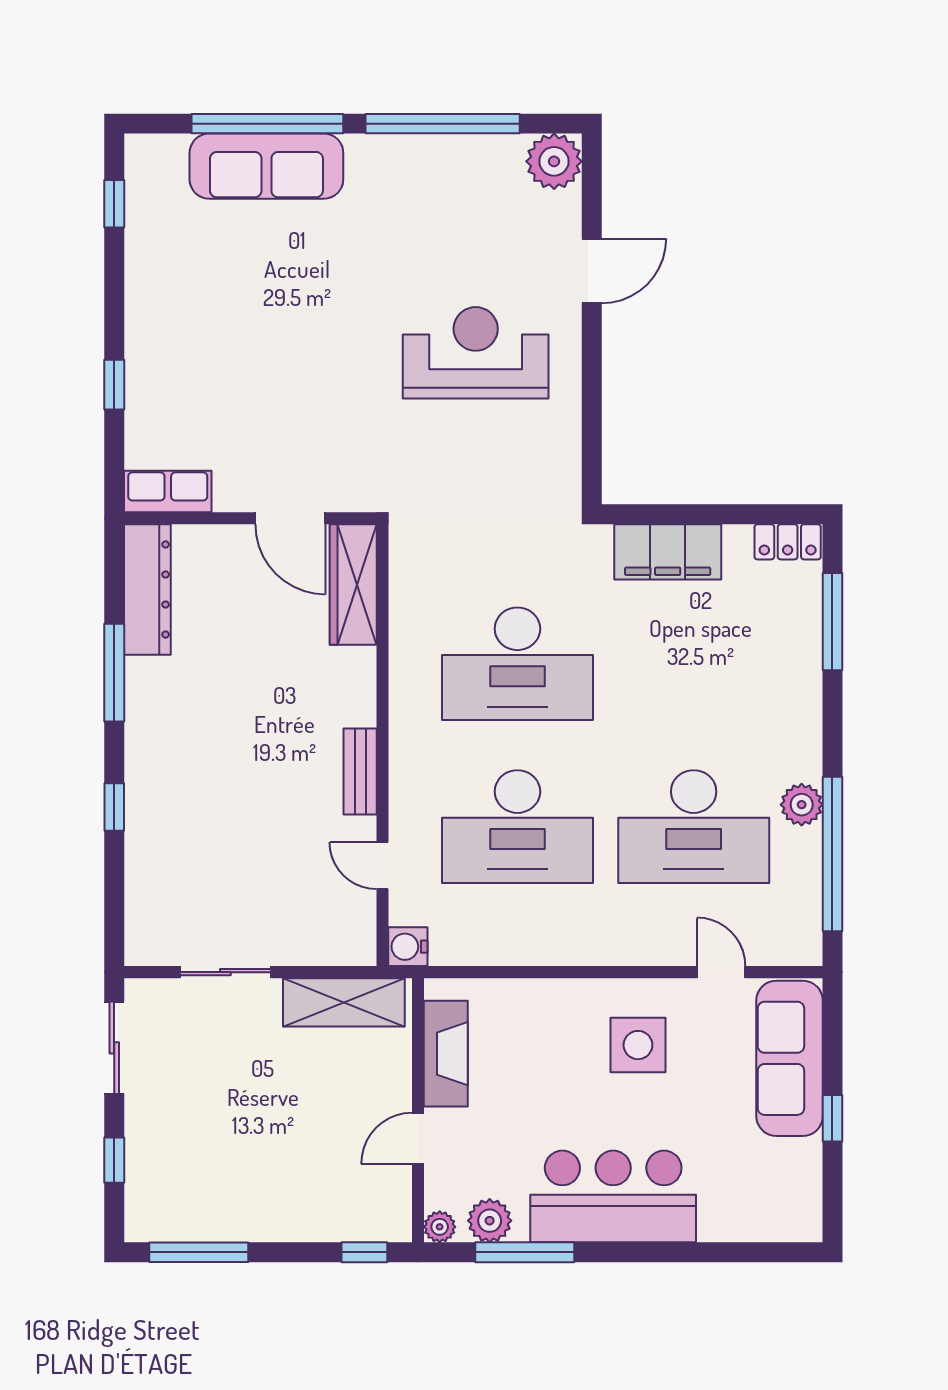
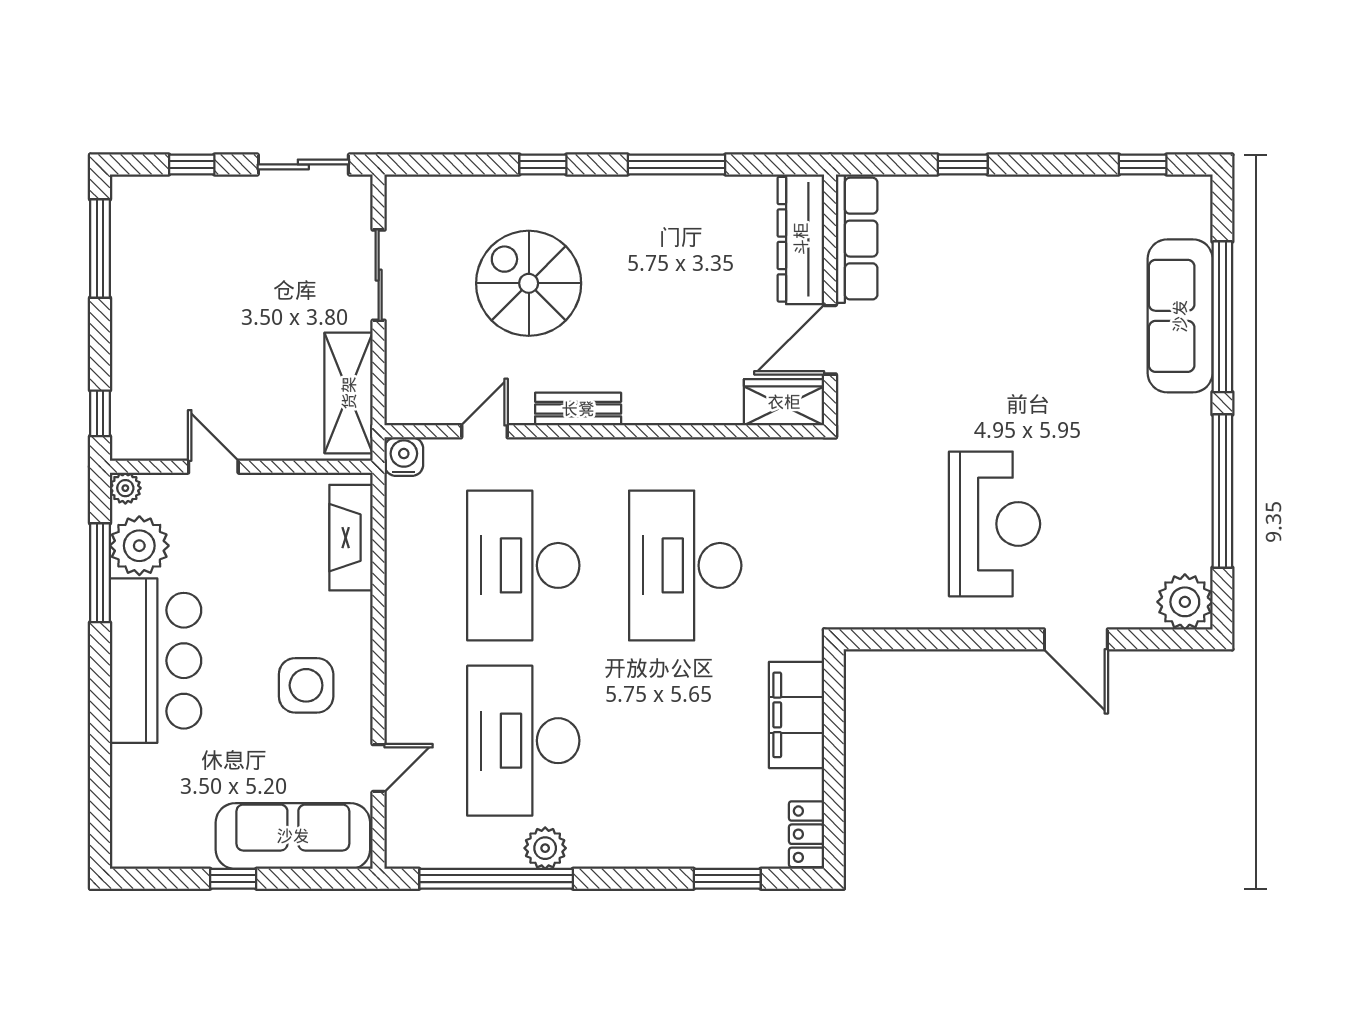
row of seats: (168, 491) -> (857, 239), width x1.48
wardrobe: (353, 585) -> (784, 402), width x0.67
dresser: (147, 589) -> (801, 239), moved, turned 90
window: (832, 622) -> (727, 879), width x0.69
spiral stairs: (234, 821) -> (529, 283), added
fireplace: (446, 1054) -> (351, 538), moved, turned 90
plant: (490, 1221) -> (139, 546), width x1.36, depth x1.36

